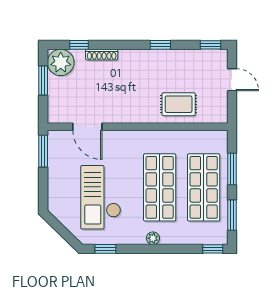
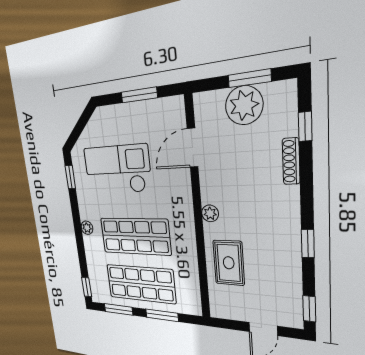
plant: (61, 62) -> (244, 105), moved
plant: (139, 117) -> (210, 213), added
window: (43, 151) -> (139, 95), moved

